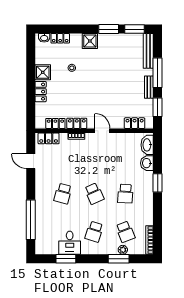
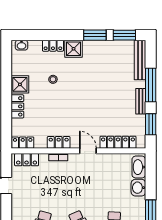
locker: (60, 38) -> (53, 46), moved
locker: (55, 123) -> (23, 143), moved
locker: (135, 123) -> (118, 142), width x1.53

